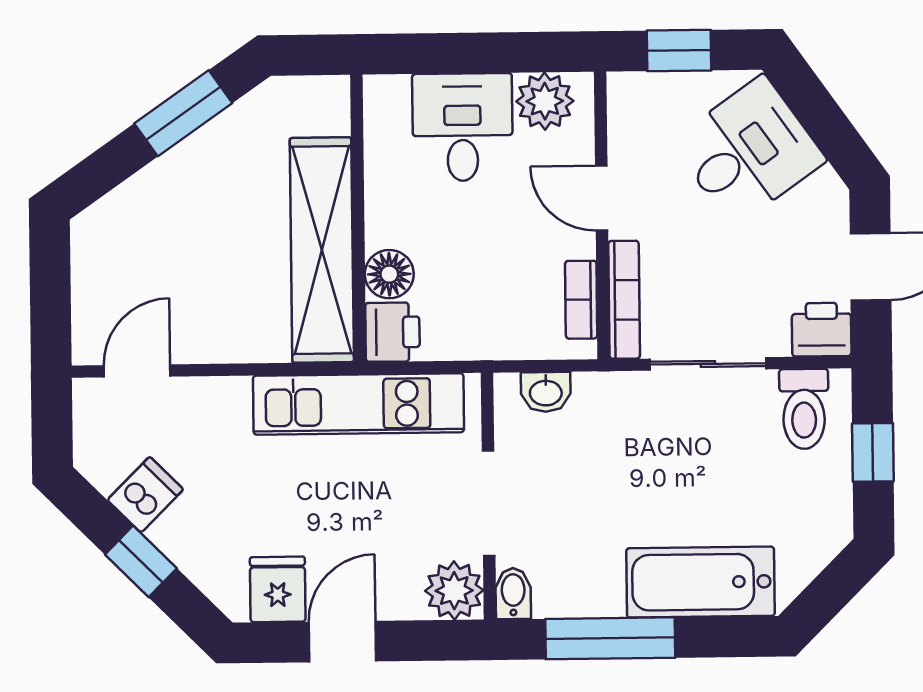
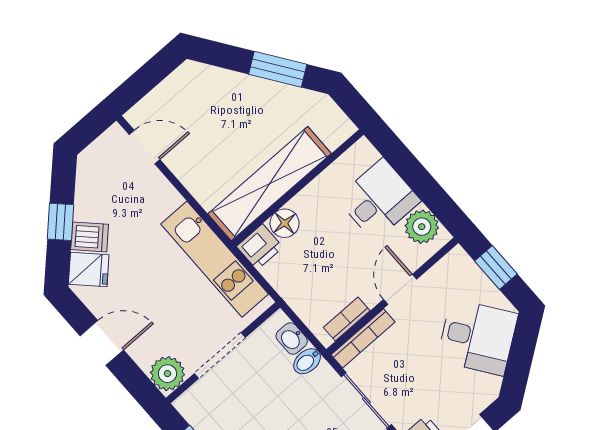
dishwasher: (145, 495) -> (90, 237), moved
fridge: (278, 589) -> (89, 269), moved, turned 45
bidet: (513, 594) -> (307, 361), moved, turned 180

